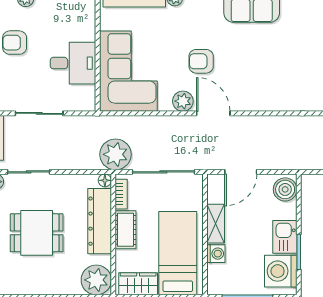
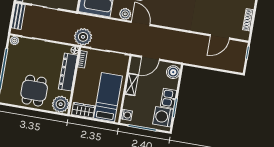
cot: (126, 230) -> (81, 79), removed
dining table: (37, 233) -> (34, 91), moved, turned 90
washing machine: (216, 254) -> (127, 115), moved

